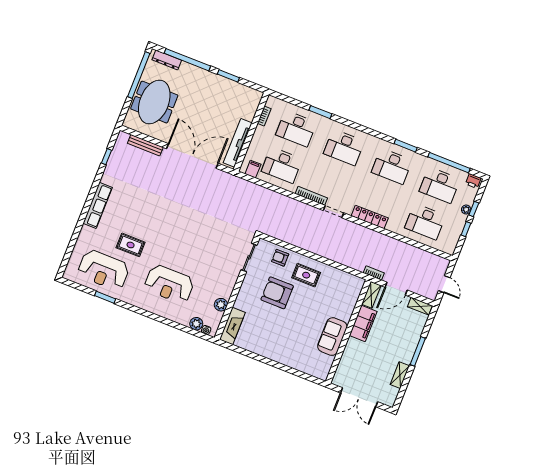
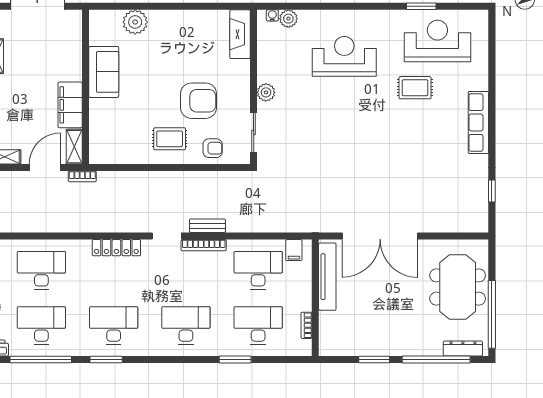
bench: (145, 145) -> (207, 226), moved, width x0.73
plant: (221, 305) -> (266, 92), moved
plant: (299, 361) -> (135, 22), added

